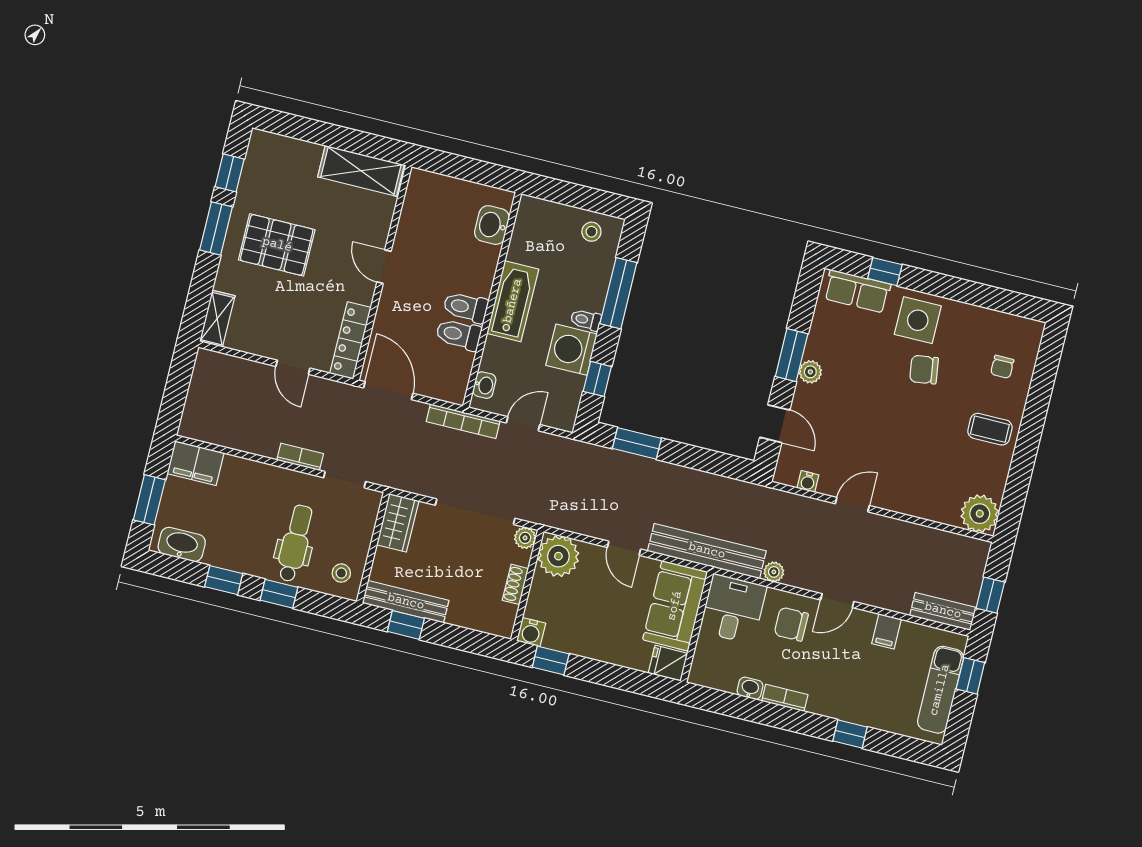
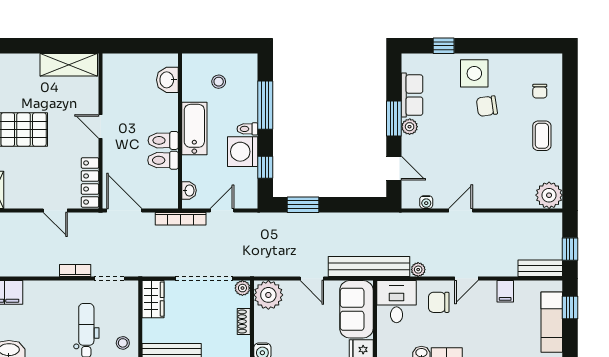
stool: (591, 232) -> (219, 82), moved
row of seats: (857, 291) -> (412, 95), moved, turned -90
coffee table: (990, 429) -> (542, 136), turned 90

